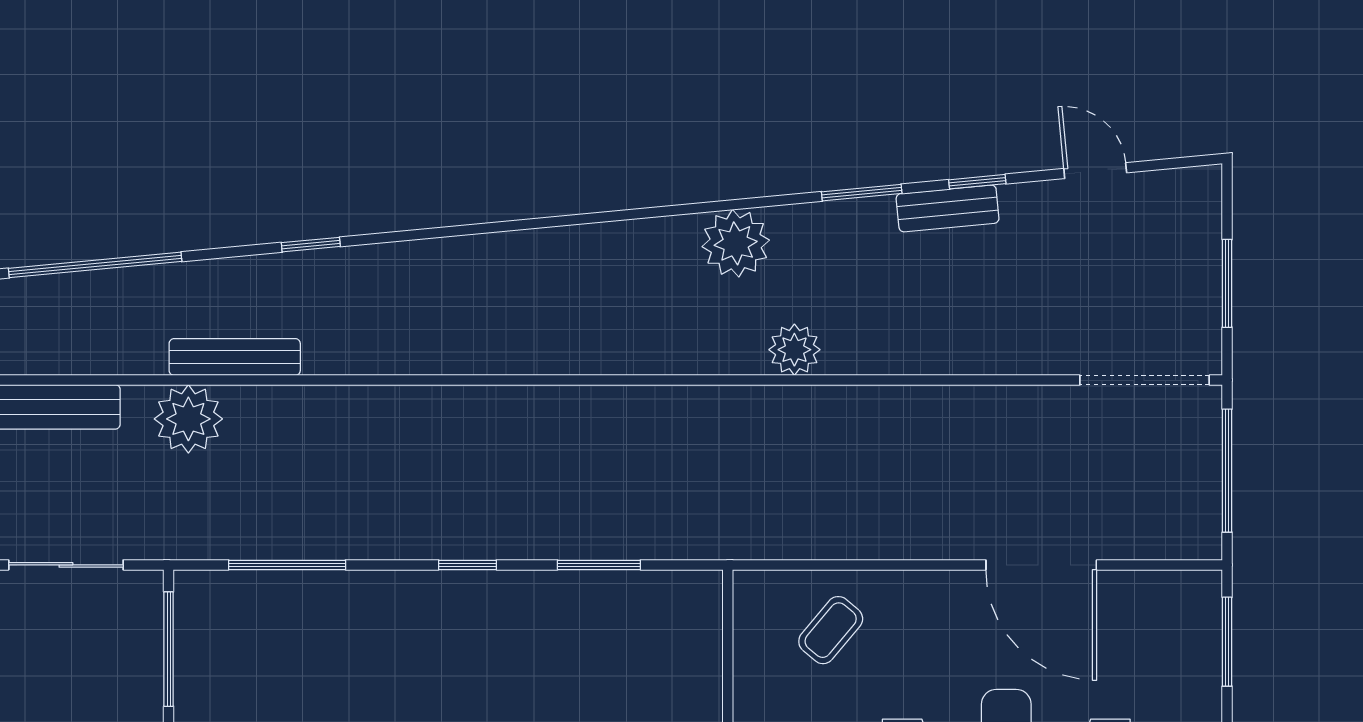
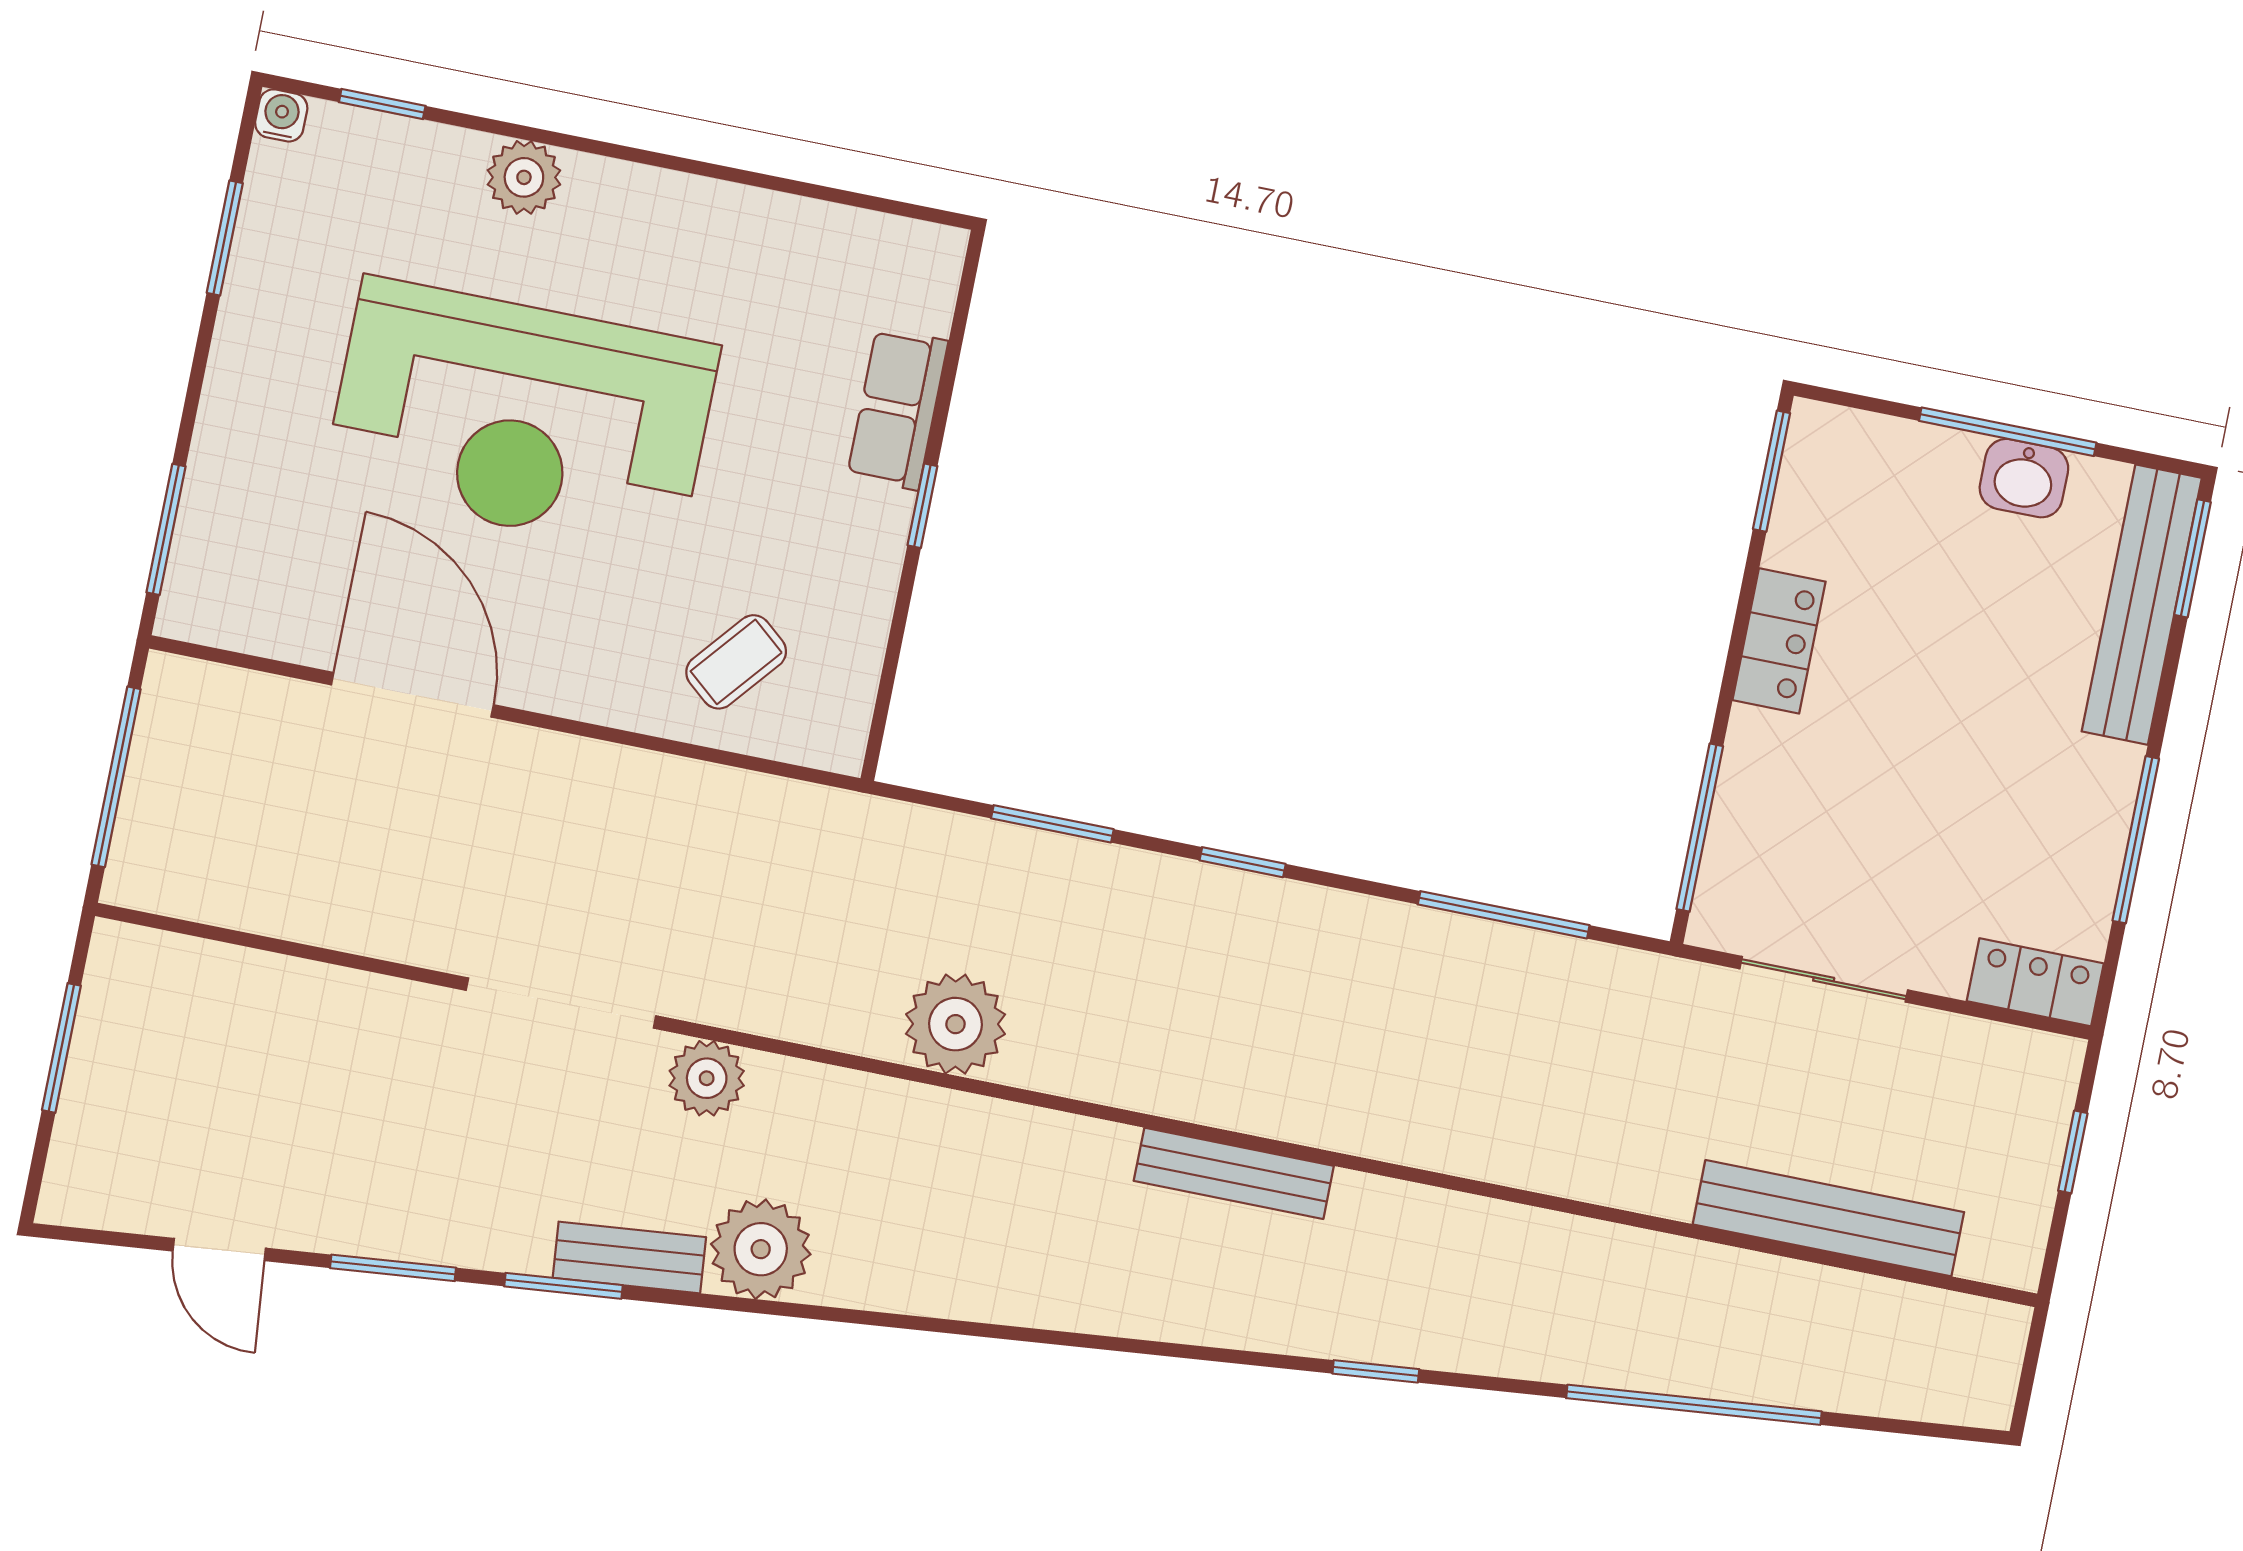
window: (977, 182) -> (393, 1268), width x1.50
bench: (948, 208) -> (629, 1257), moved
bench: (235, 357) -> (1234, 1173), moved
doorway: (1145, 380) -> (561, 1003), moved
plant: (188, 419) -> (955, 1024), moved

